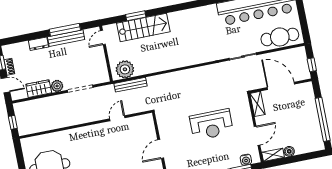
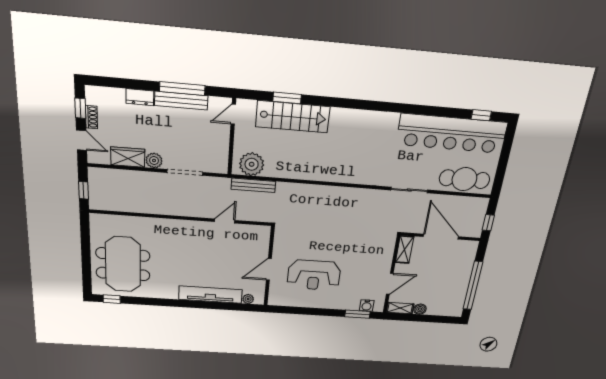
reception desk: (211, 125) -> (314, 275), moved

